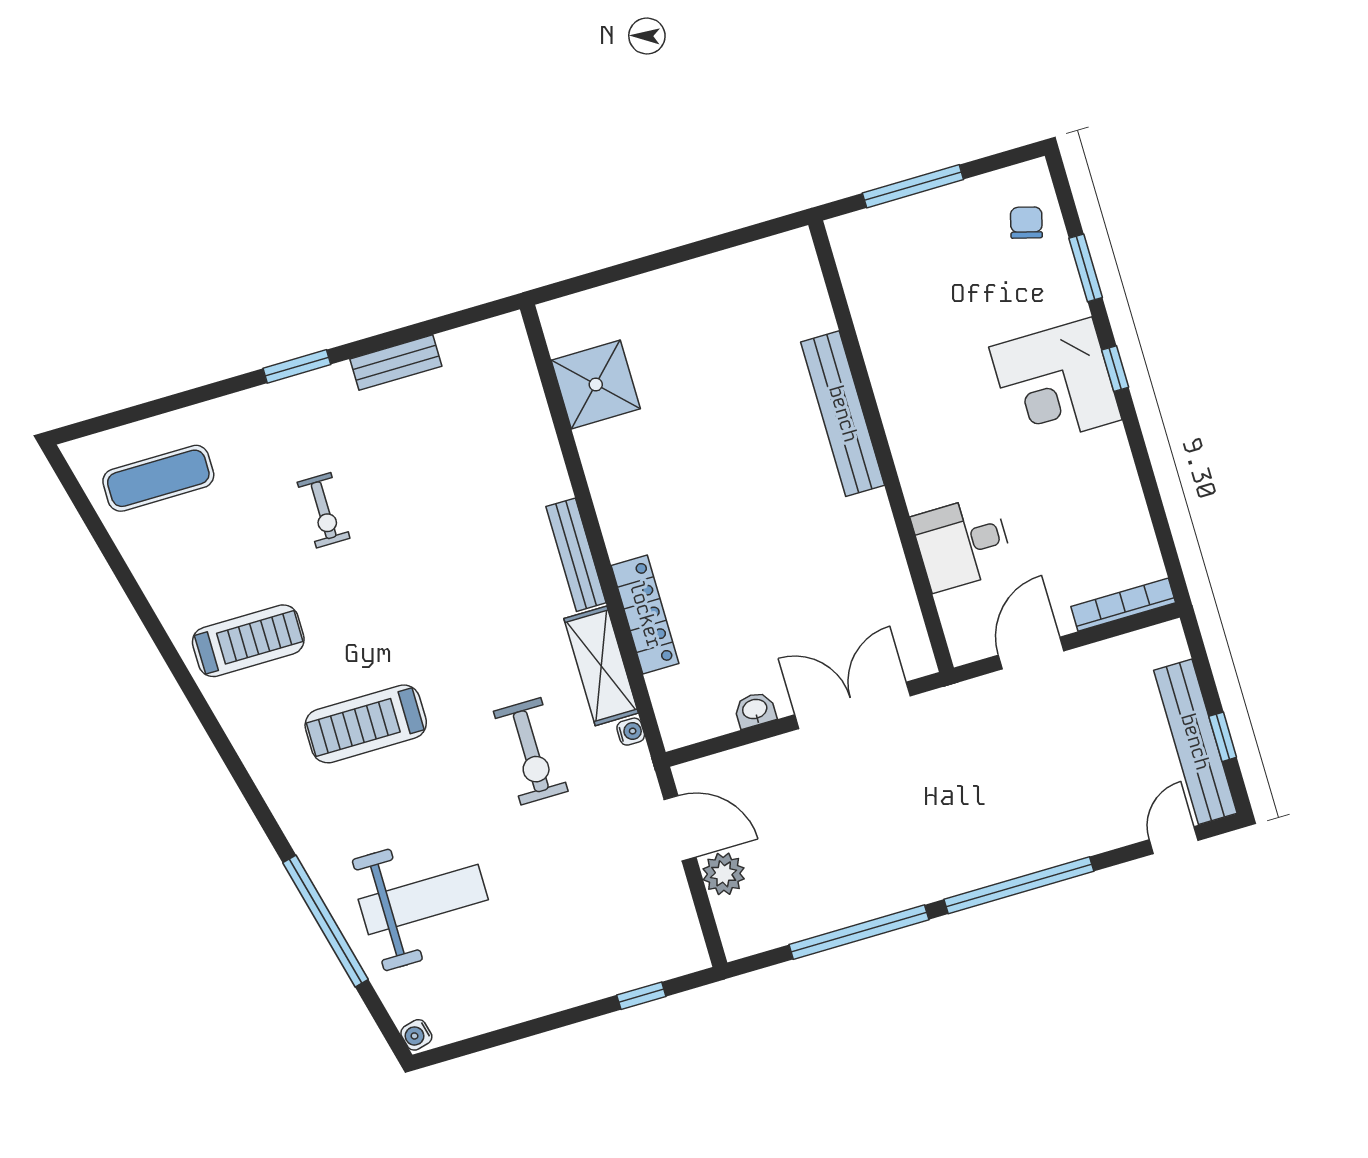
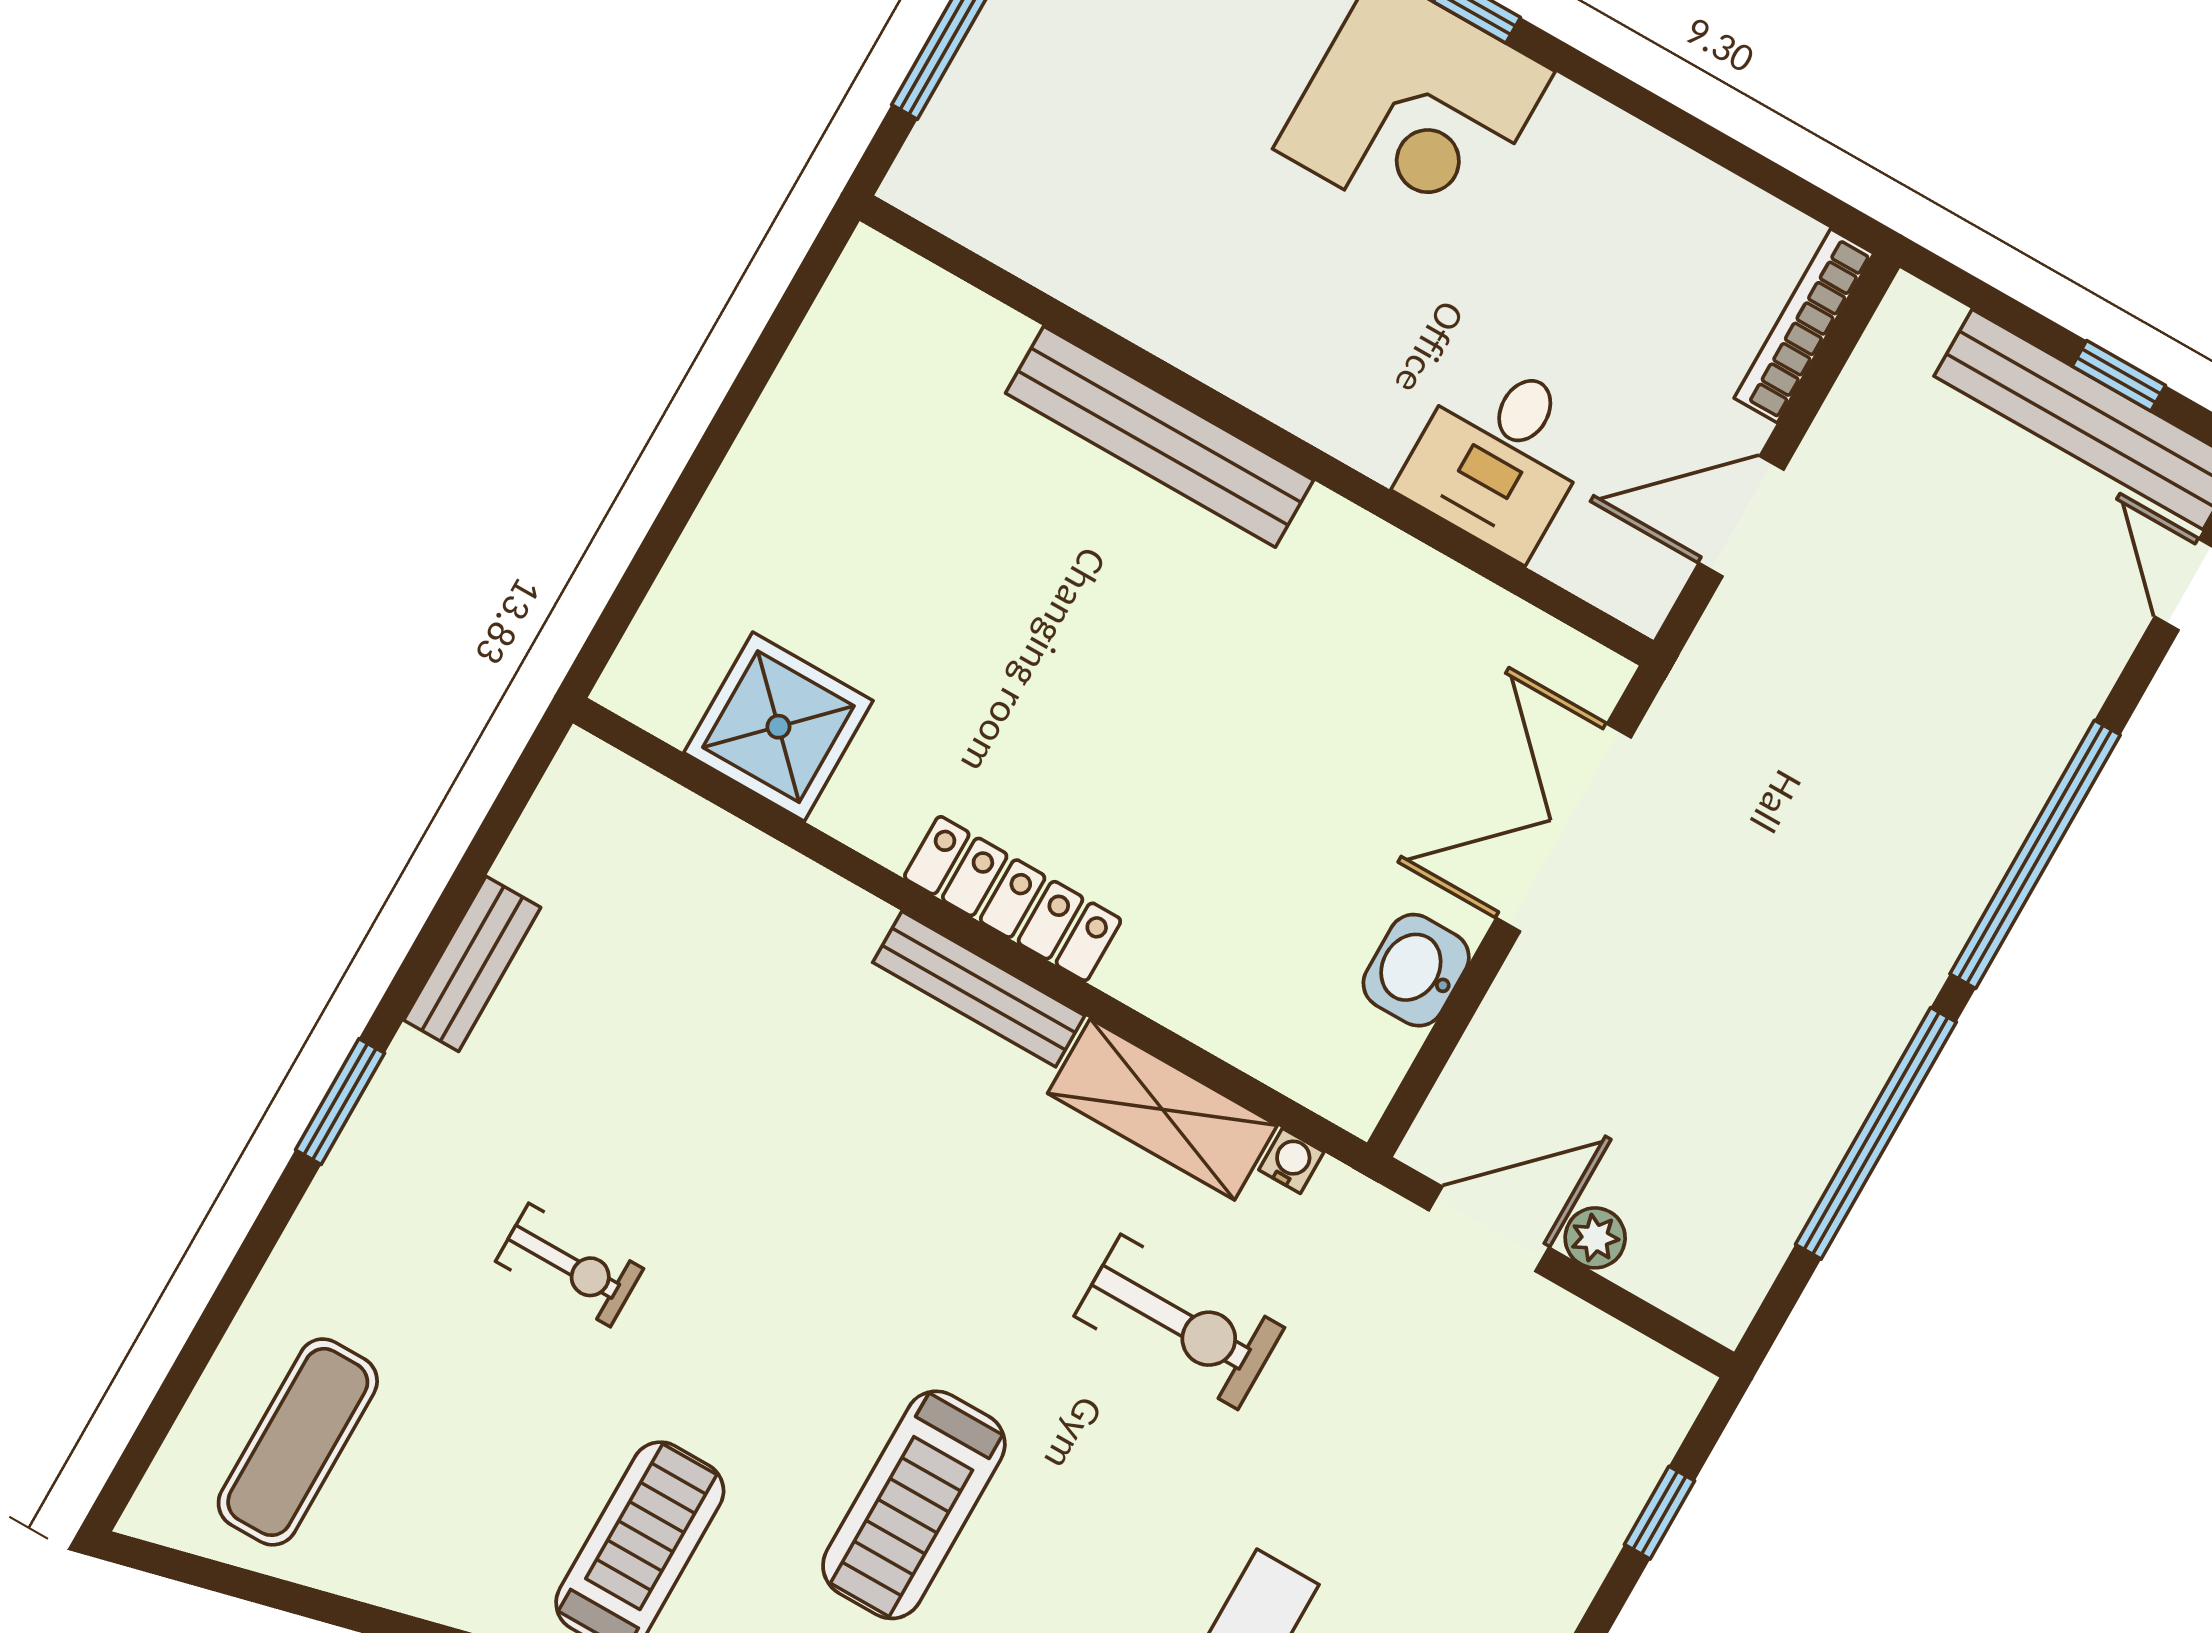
locker: (645, 615) -> (1013, 899), moved
door: (1031, 653) -> (1741, 516), hinge flipped
washbasin: (755, 710) -> (1416, 970), width x1.38, depth x1.45
plant: (724, 874) -> (1595, 1238), width x0.73, depth x0.73

